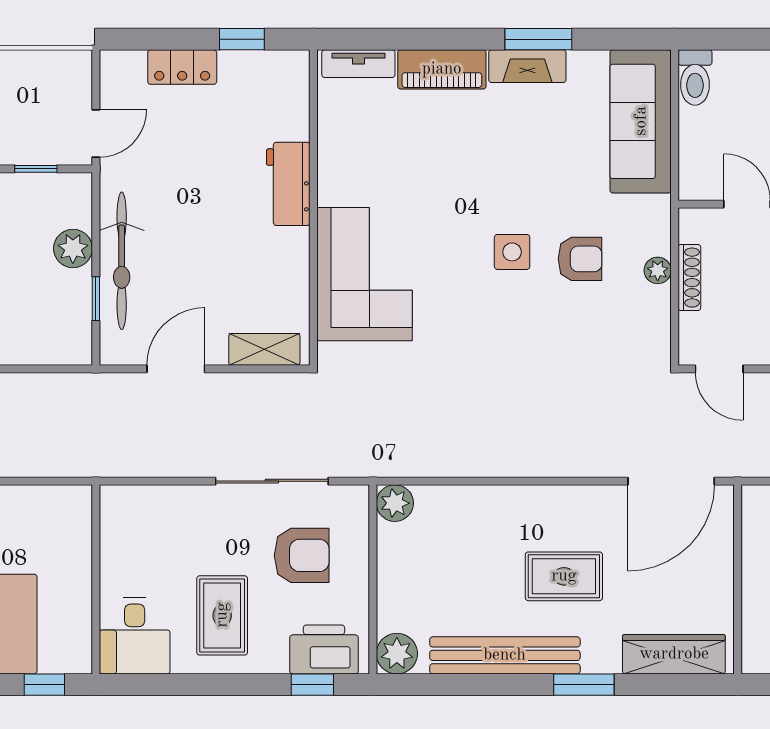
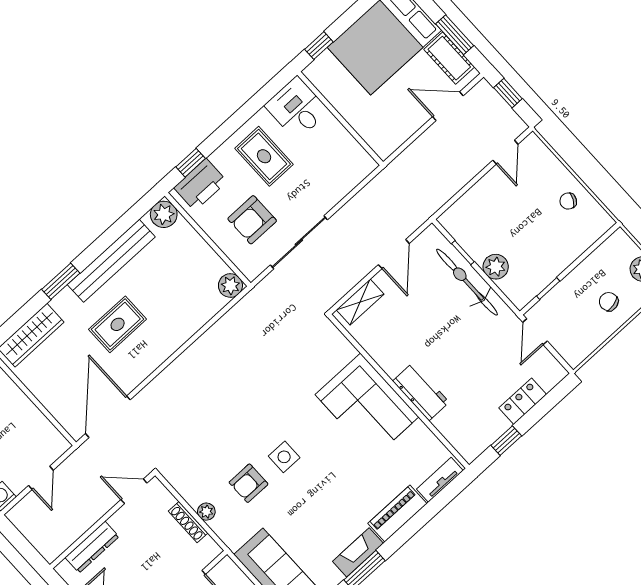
corner sofa: (364, 274) -> (367, 406), moved

